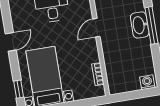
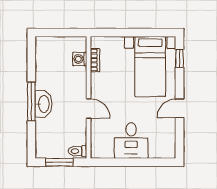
door: (96, 28) -> (89, 109), hinge flipped
washing machine: (147, 82) -> (80, 59), moved, turned 90

